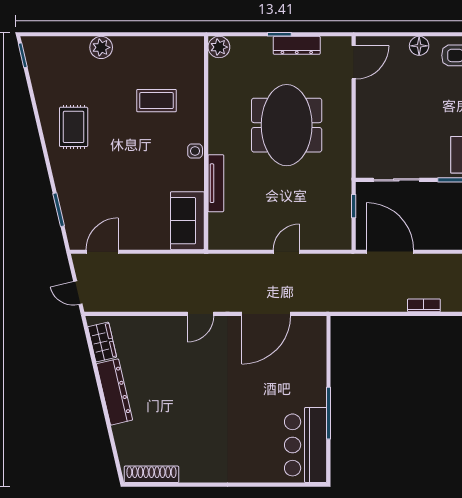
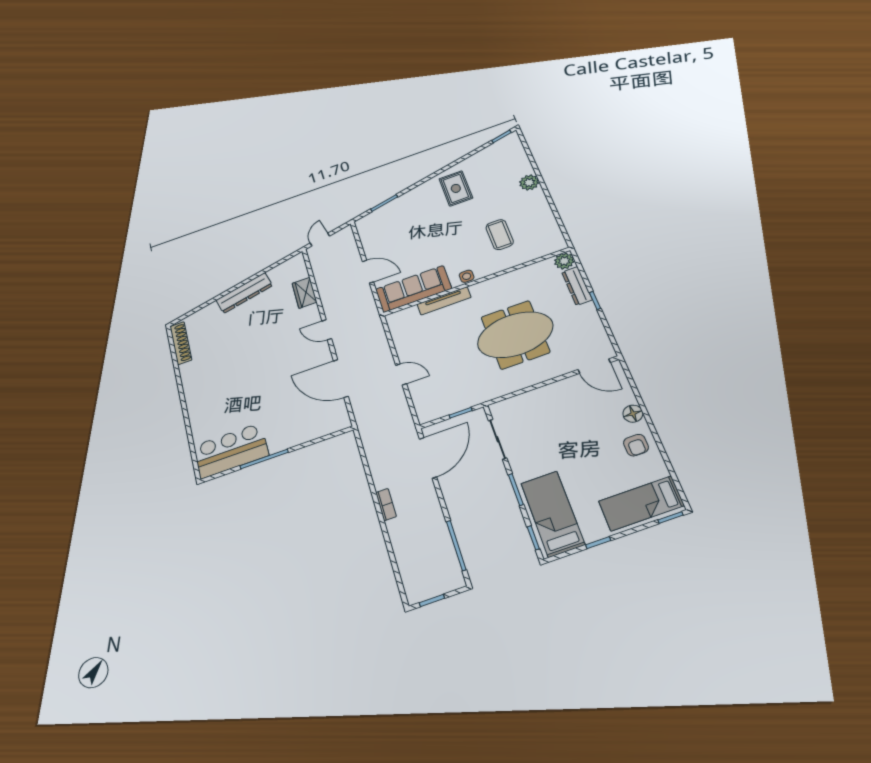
dresser: (297, 45) -> (577, 286), moved
rug: (74, 127) -> (456, 188), turned 90
sofa: (187, 221) -> (413, 289), width x1.36
door: (102, 252) -> (368, 272), moved
wardrobe: (102, 342) -> (304, 293), moved, turned 103

